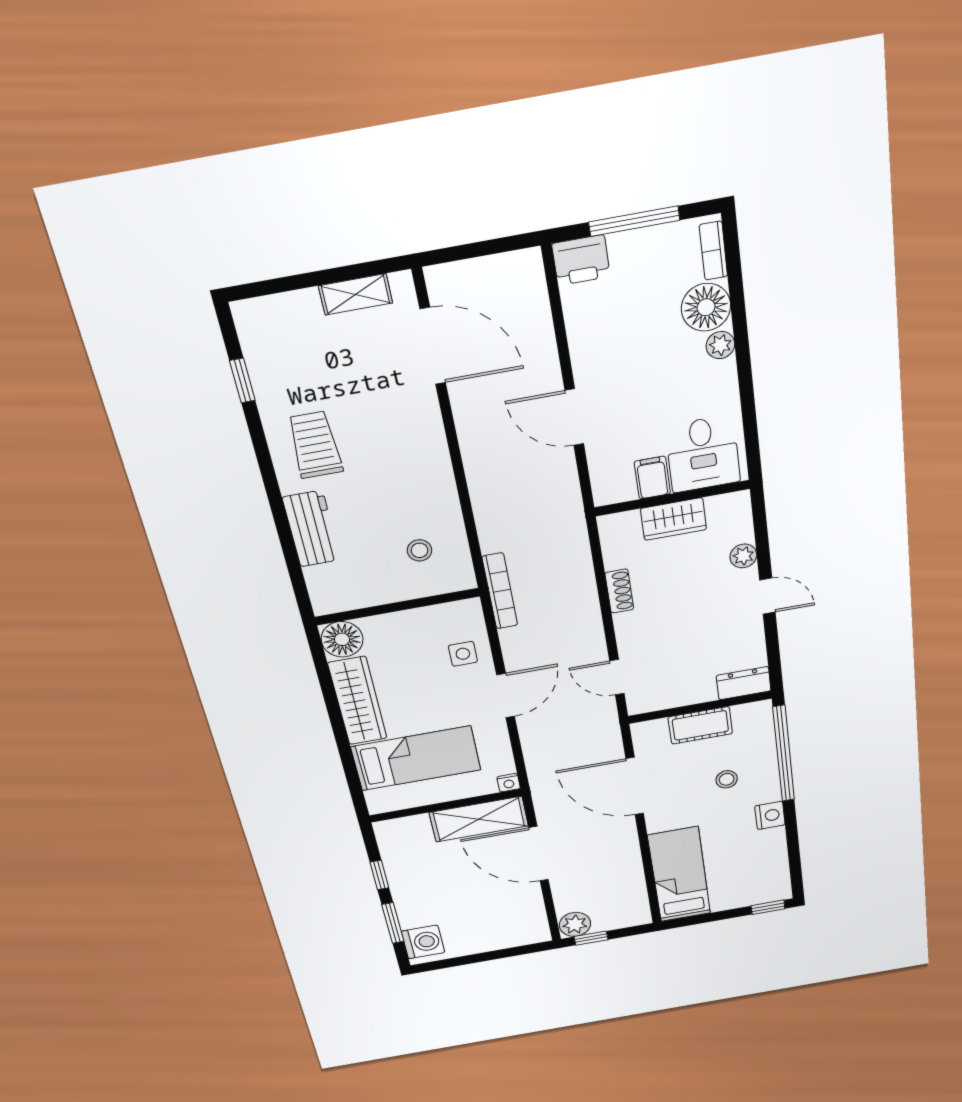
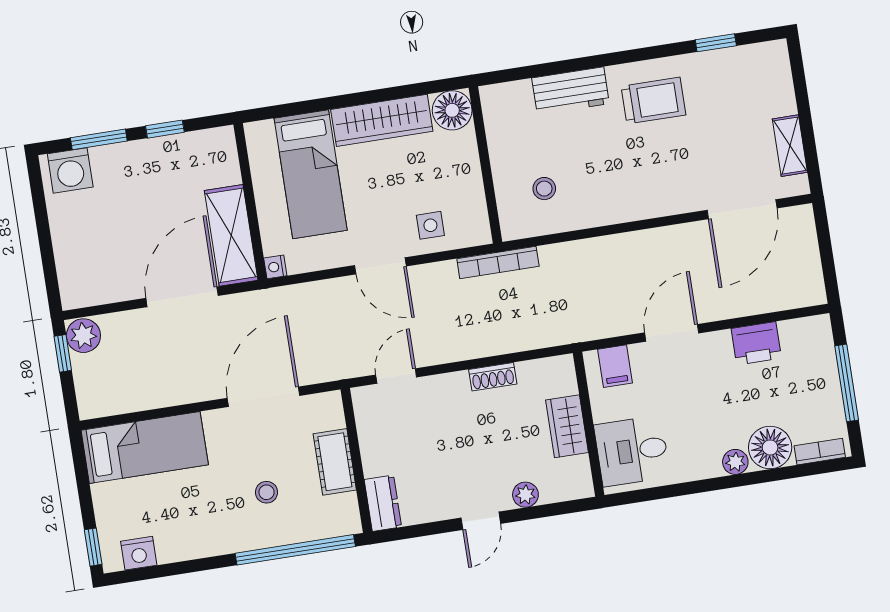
printer: (581, 260) -> (756, 343), moved, turned -90
filing cabinet: (652, 478) -> (615, 366), moved, turned 90
nightstand: (770, 815) -> (139, 553), moved

